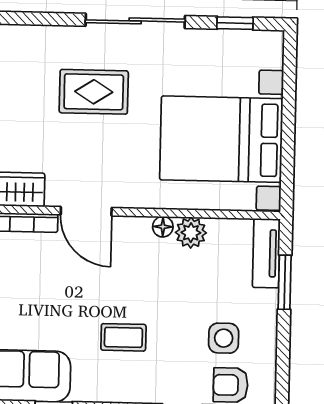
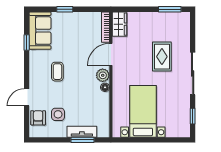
bed with nightstands: (221, 139) -> (143, 111), width x0.73
plant: (191, 233) -> (103, 75), moved
tv unit: (266, 253) -> (82, 132), moved

